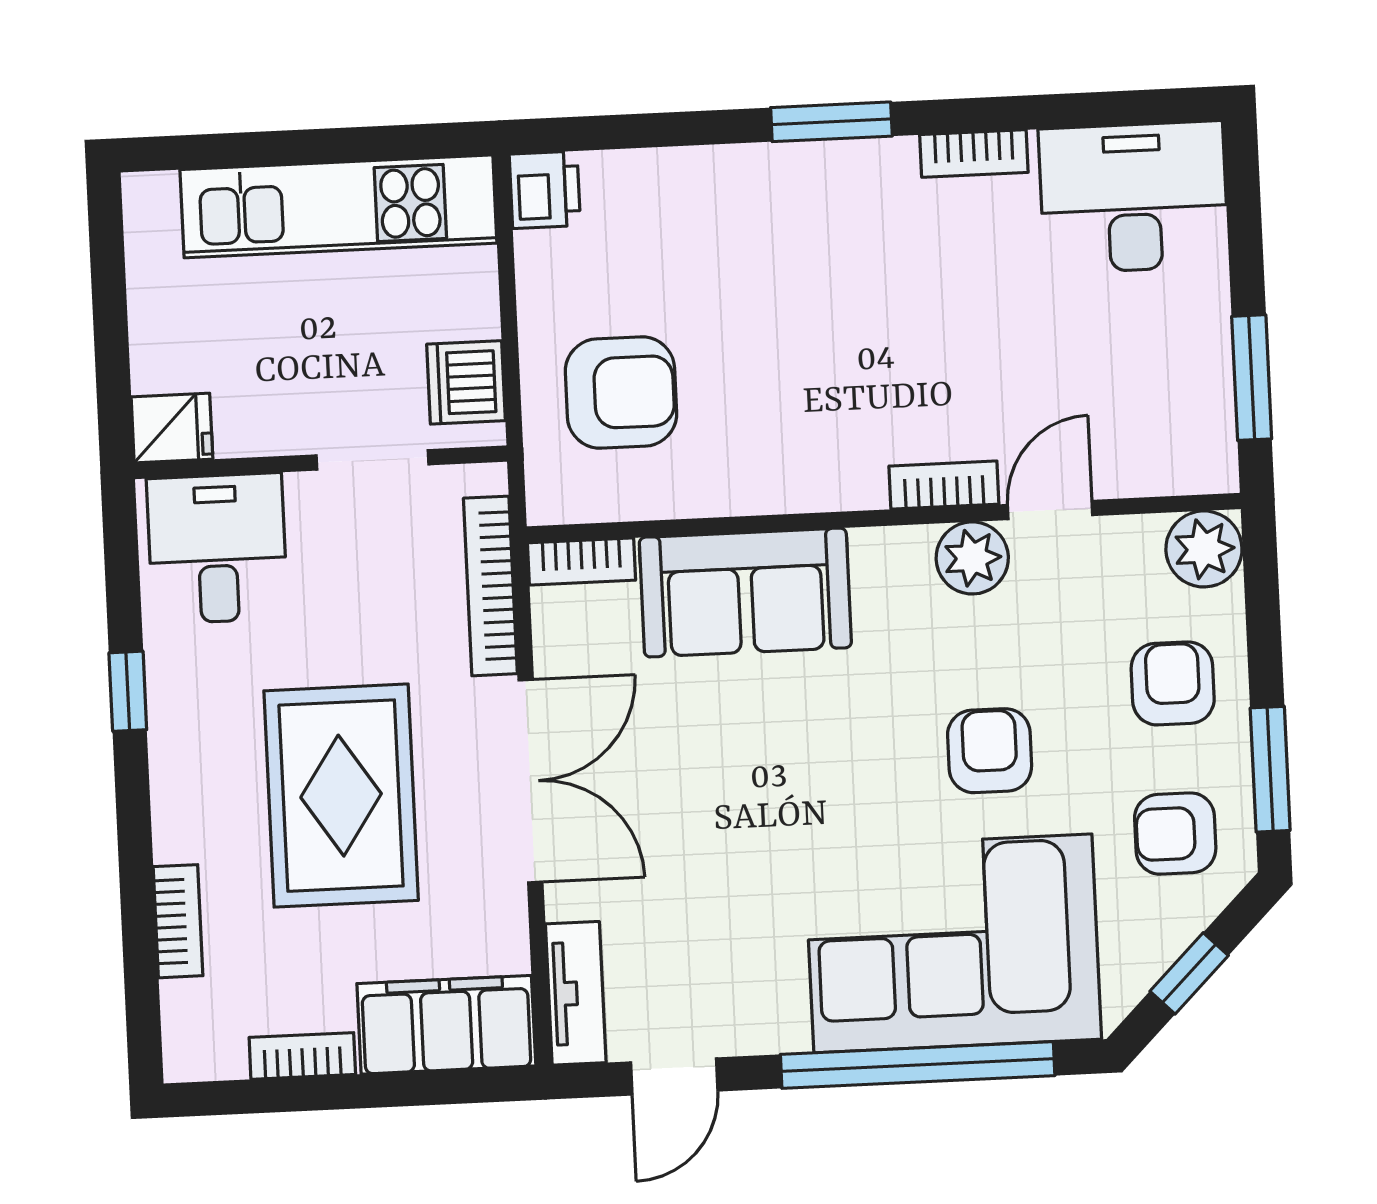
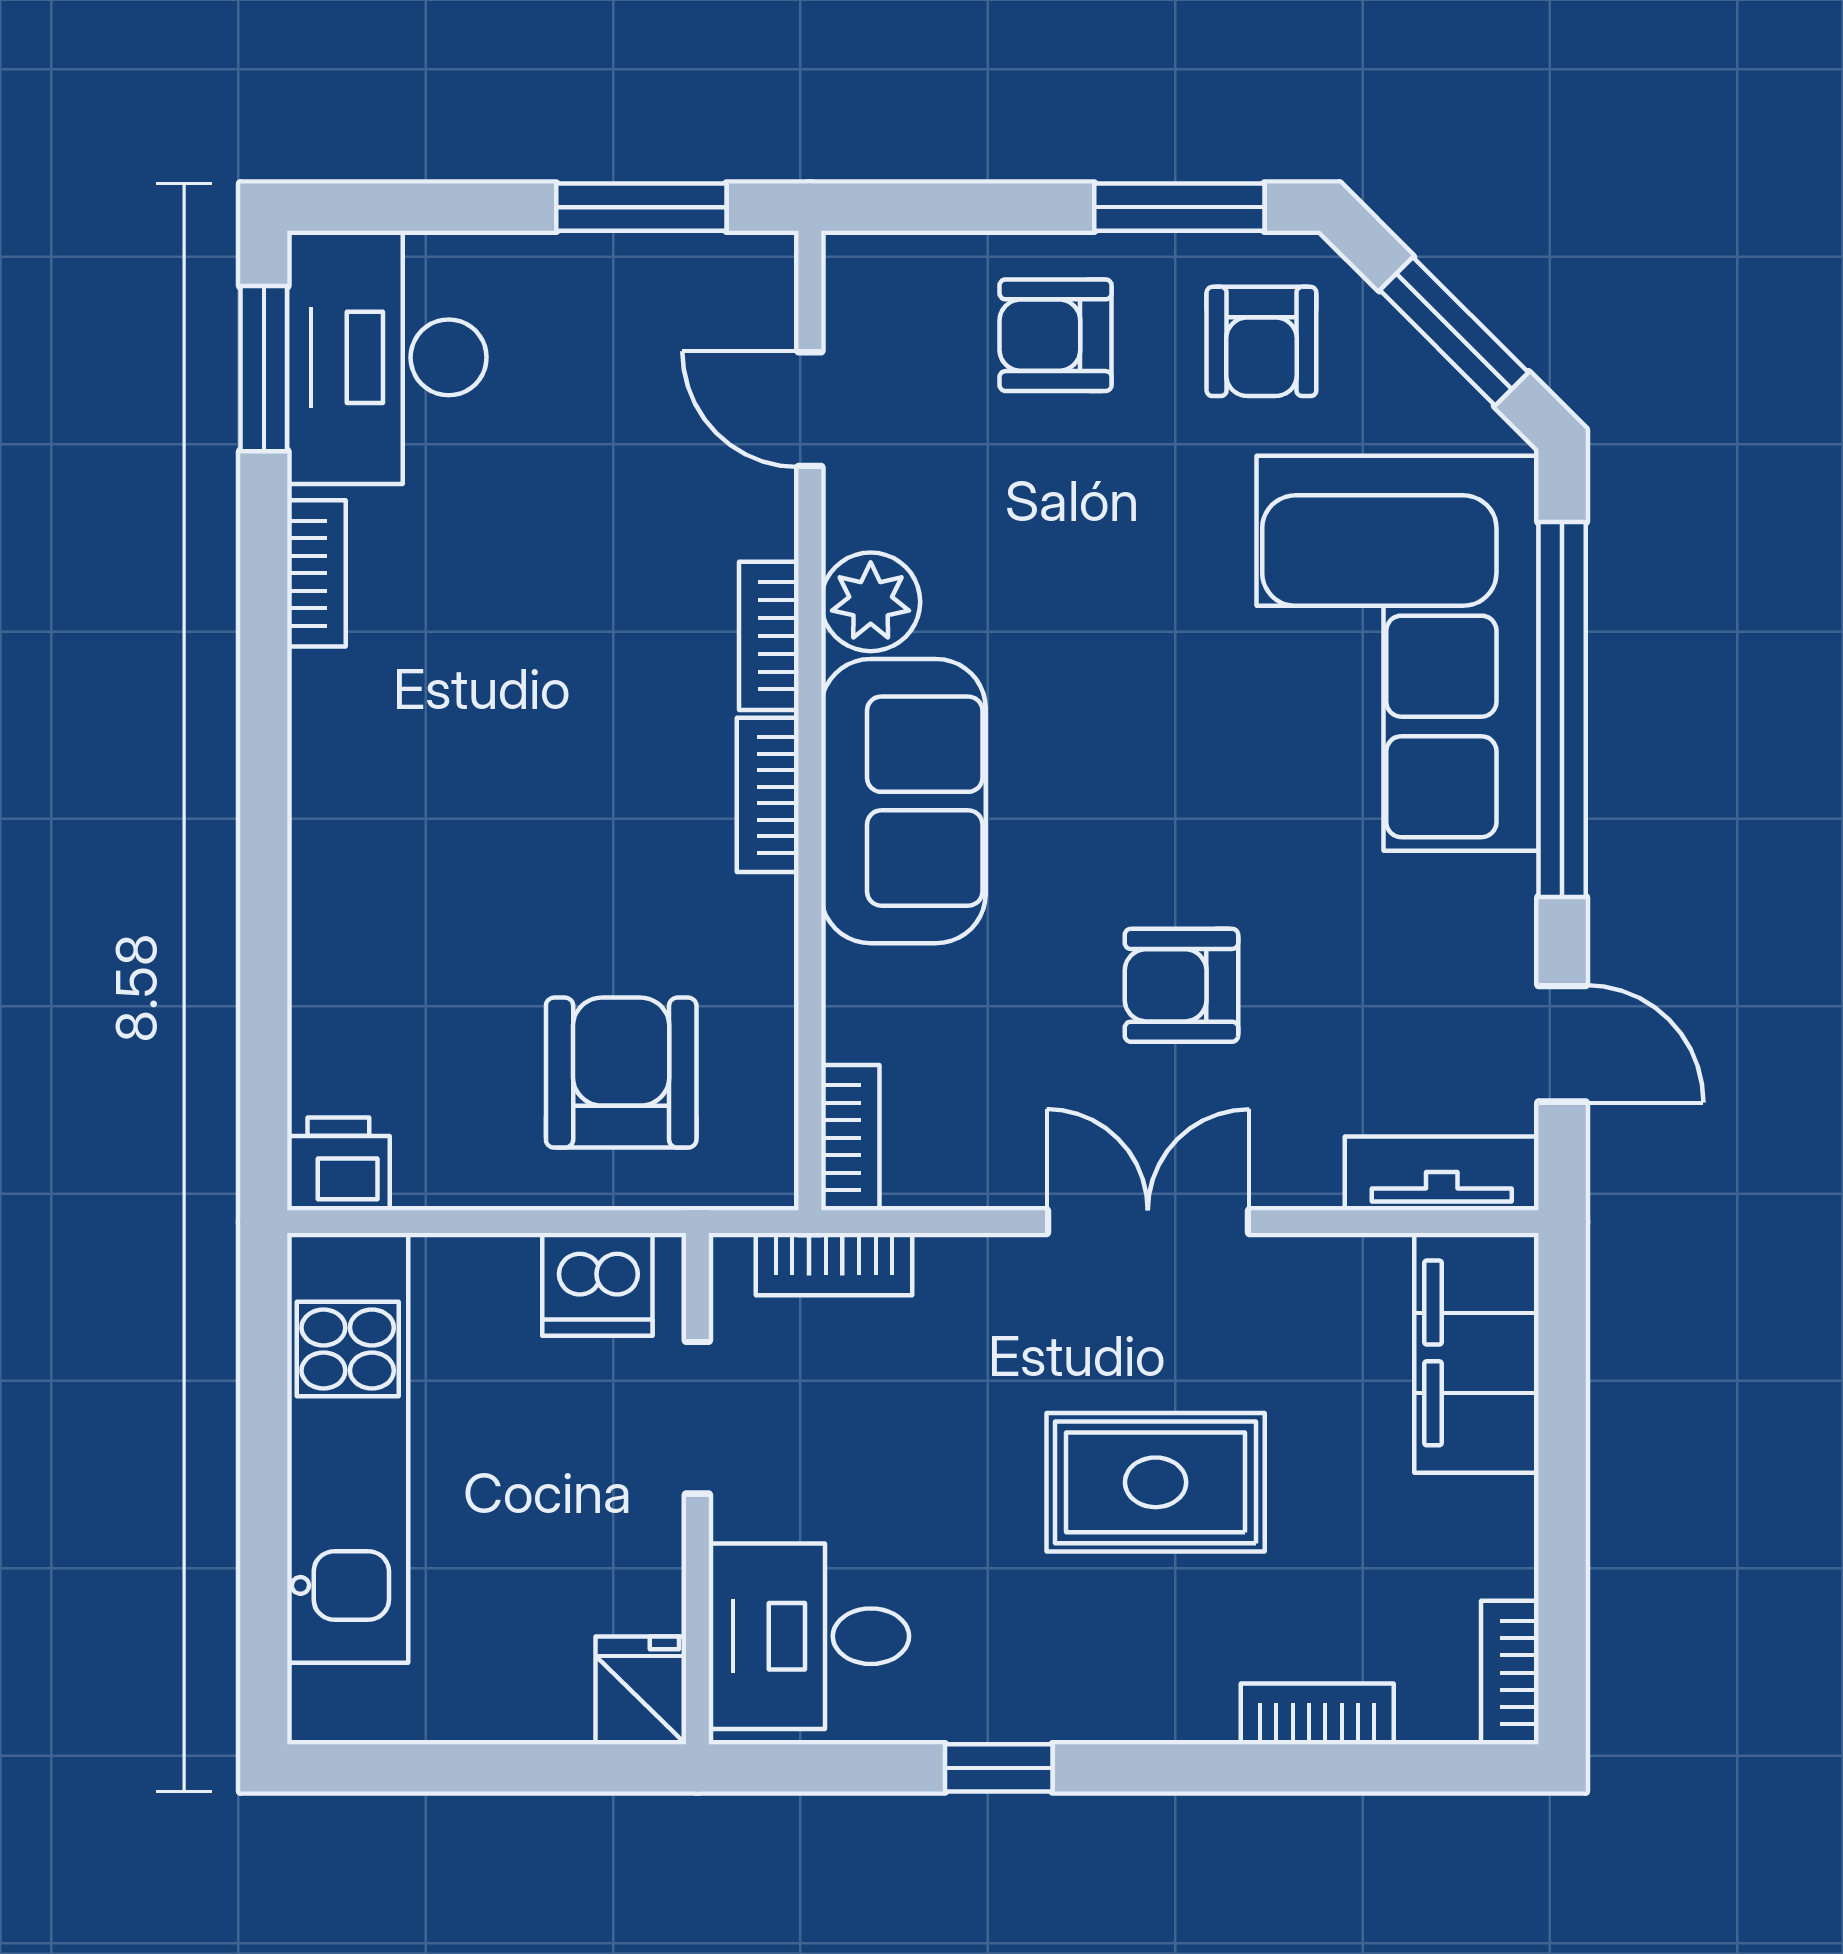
window: (831, 122) -> (264, 369), moved
bookcase: (828, 490) -> (768, 795), added
door: (1050, 510) -> (810, 409), moved
plant: (1204, 549) -> (873, 284), removed
bookcase: (490, 586) -> (834, 1264), width x0.64
sofa: (745, 593) -> (903, 801), moved
armchair: (990, 751) -> (1181, 985), moved
double door: (531, 781) -> (1148, 1222), width x0.73
rug: (341, 796) -> (1156, 1482), width x0.73, depth x0.70
window: (1189, 973) -> (1454, 331), width x1.50
bookcase: (302, 1056) -> (1510, 1673), moved

